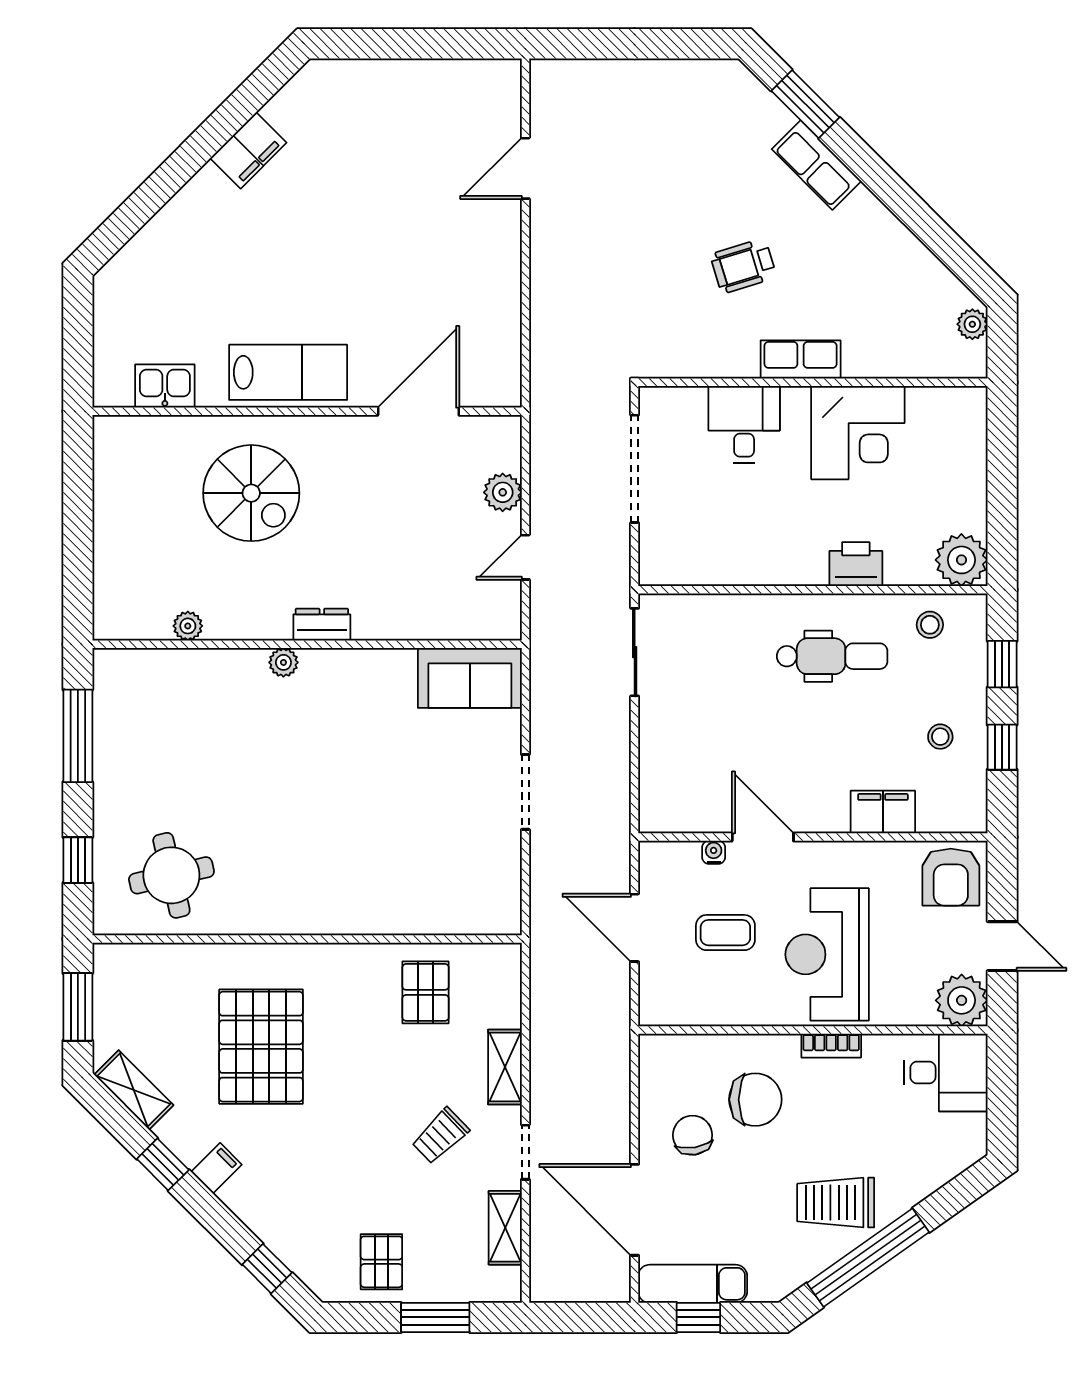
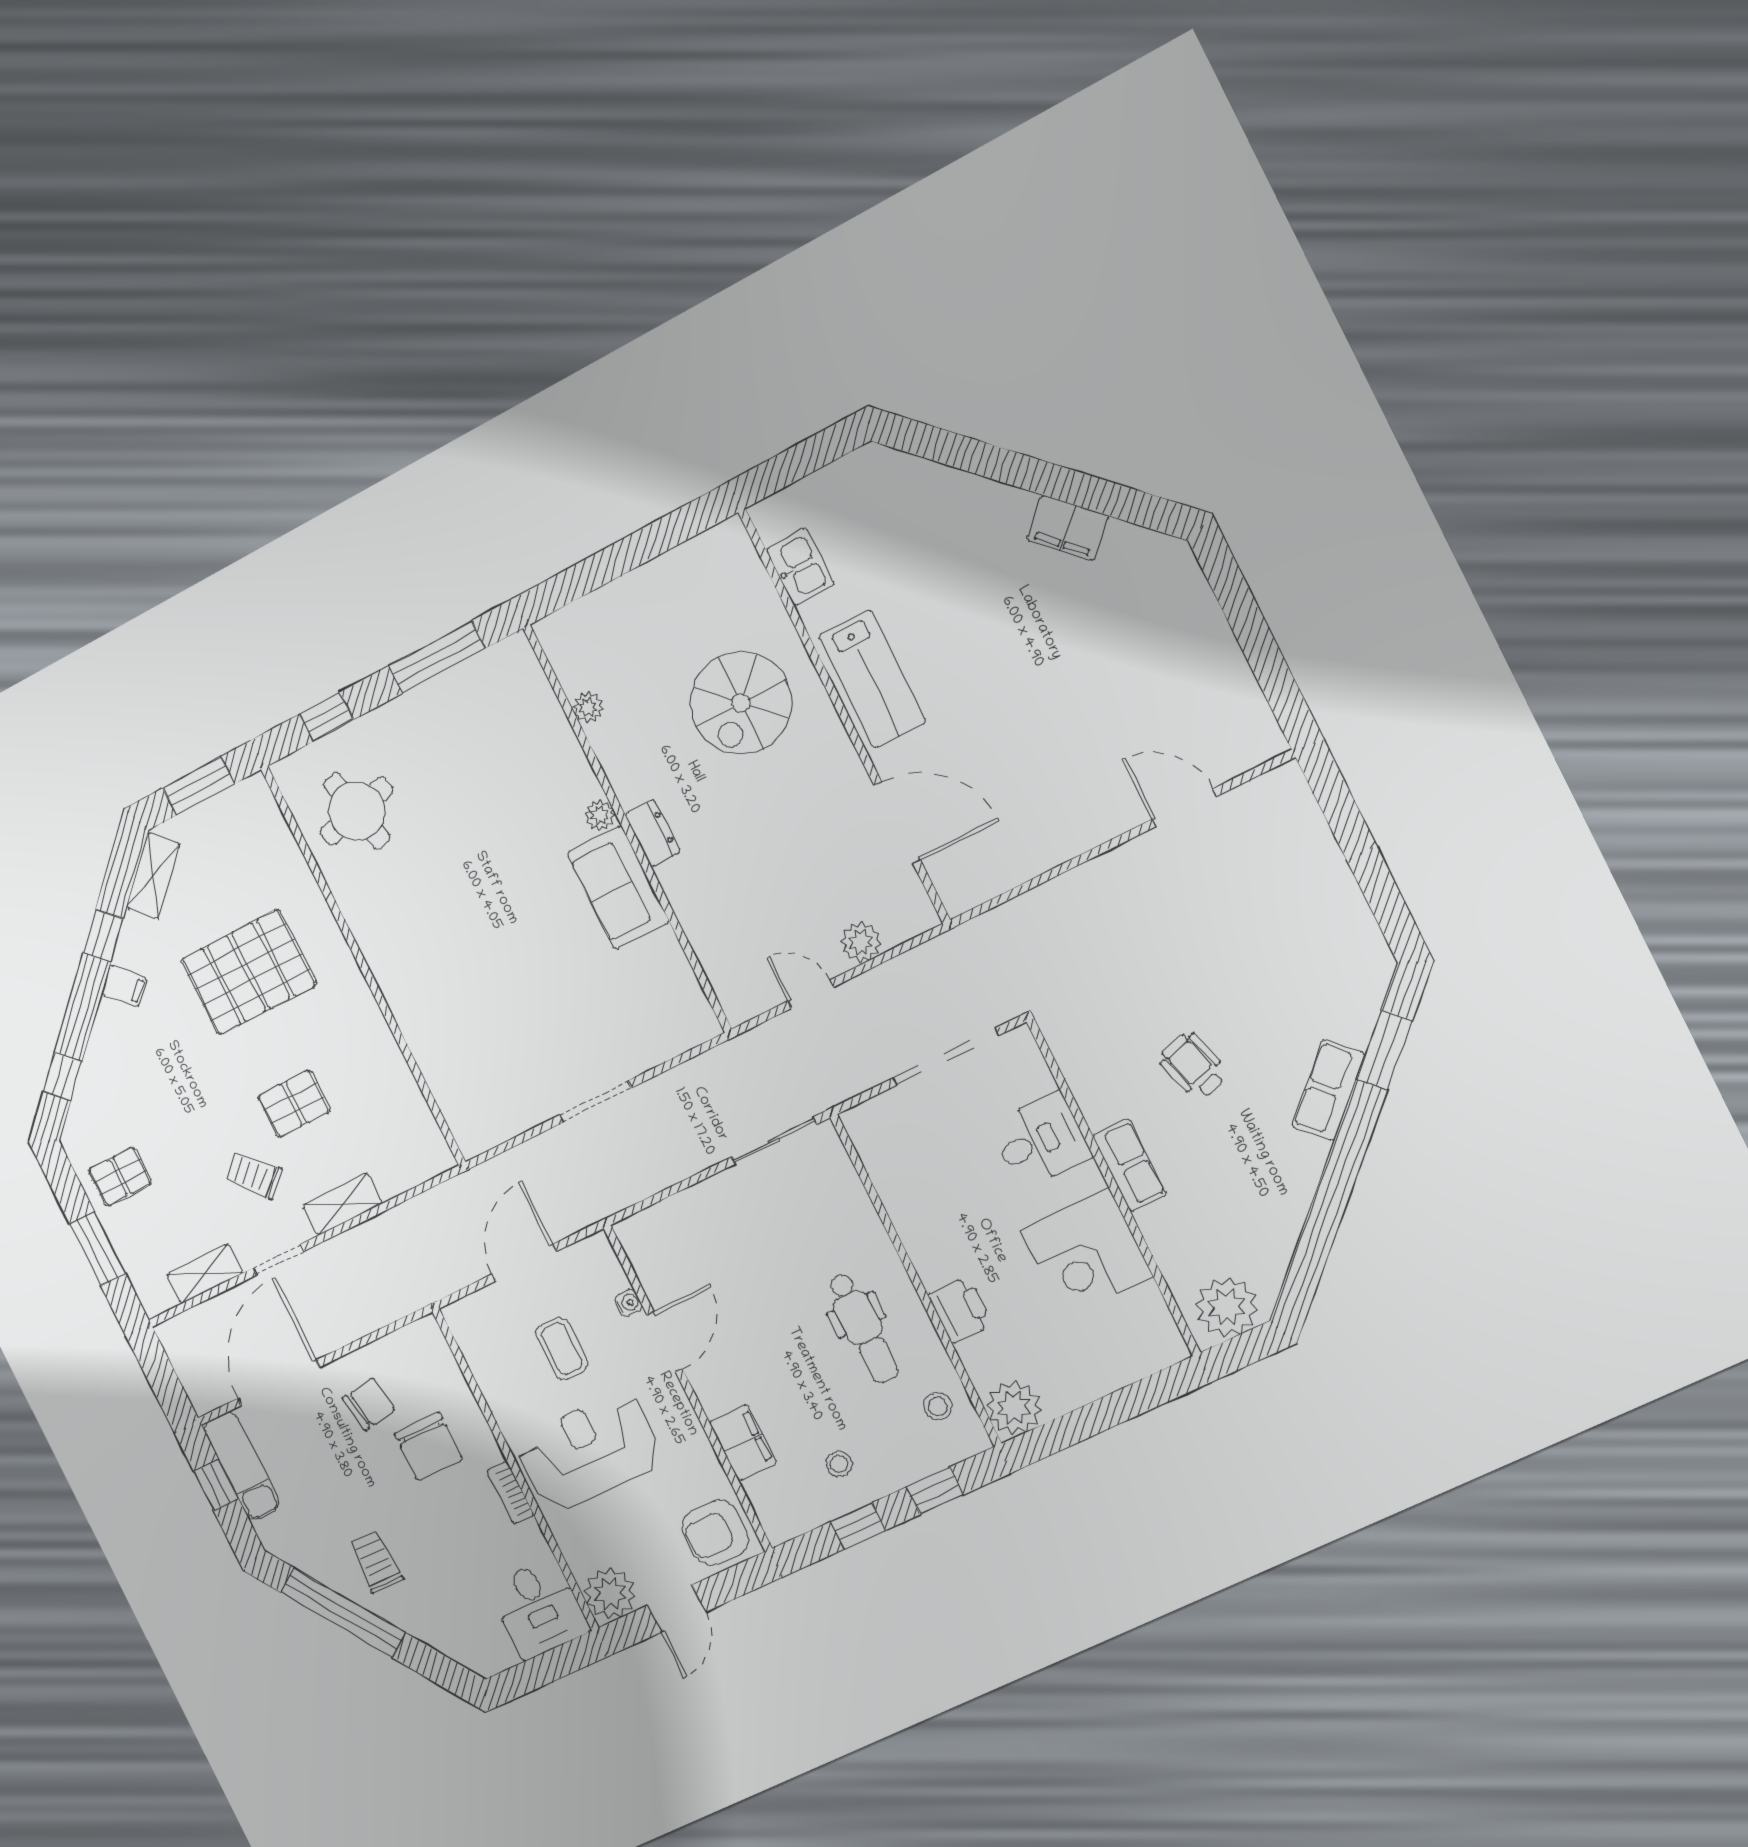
plant: (972, 324) -> (1227, 1307), width x1.87, depth x1.87
sofa: (470, 678) -> (618, 888), moved
pallet: (426, 992) -> (294, 1104), moved
trolley: (836, 1203) -> (376, 1561), width x0.73, depth x0.72

